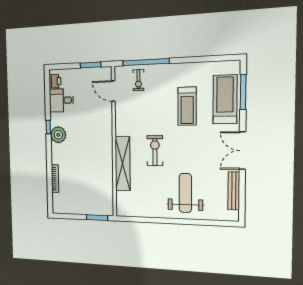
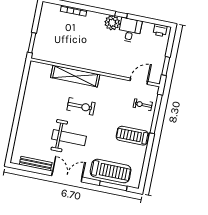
desk: (61, 100) -> (130, 30), moved
treadmill: (187, 106) -> (132, 136), moved
weight bench: (185, 193) -> (69, 138), moved

